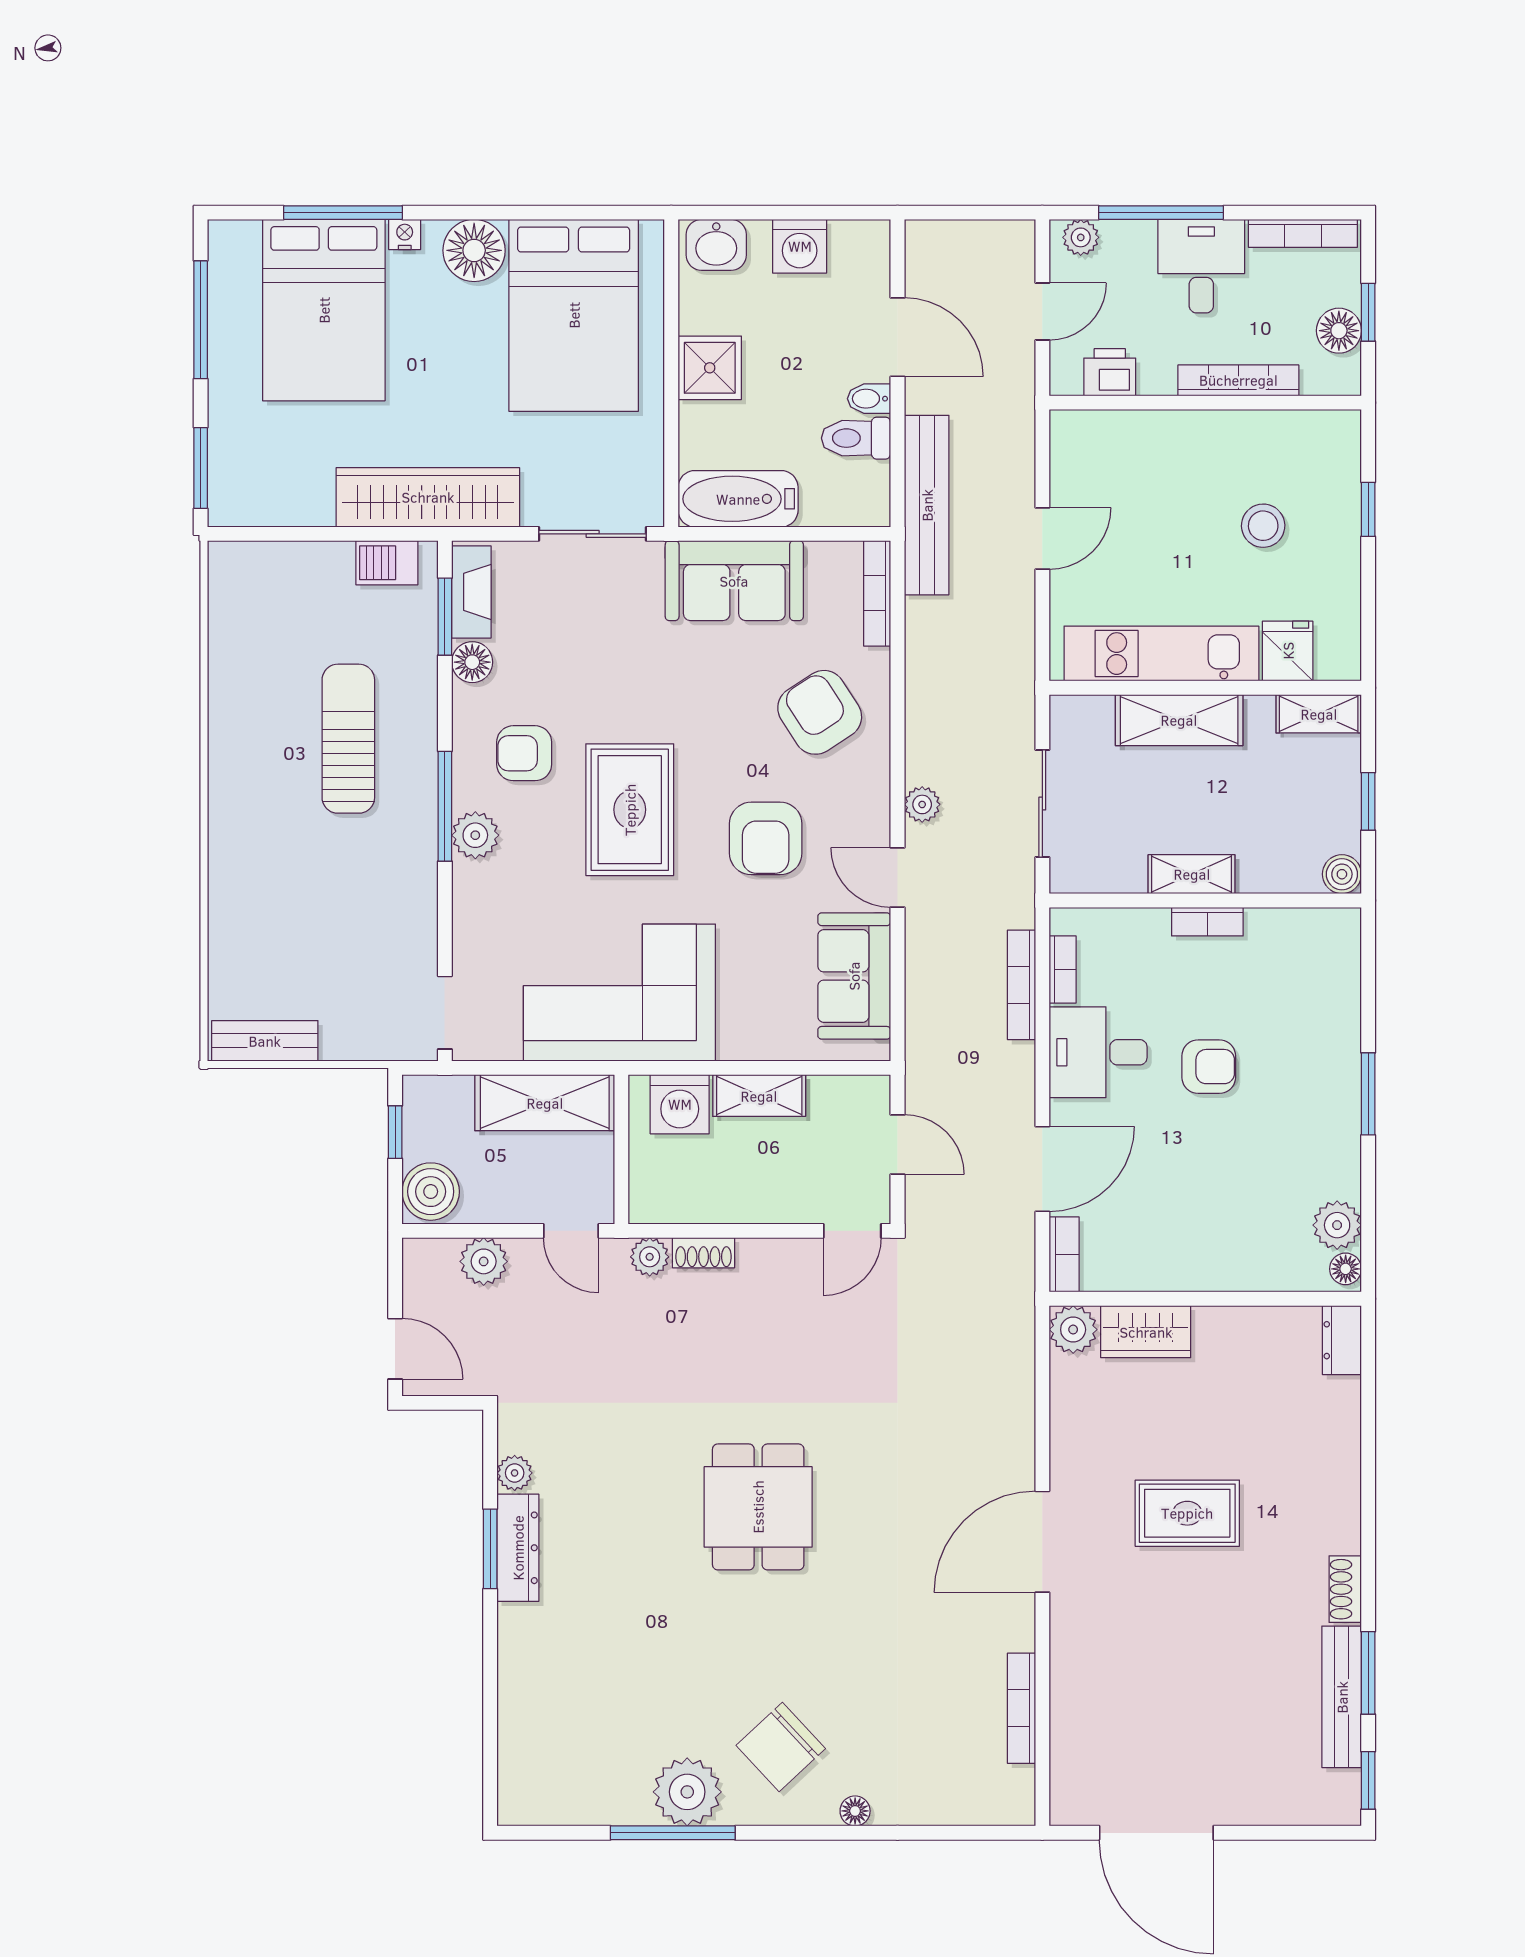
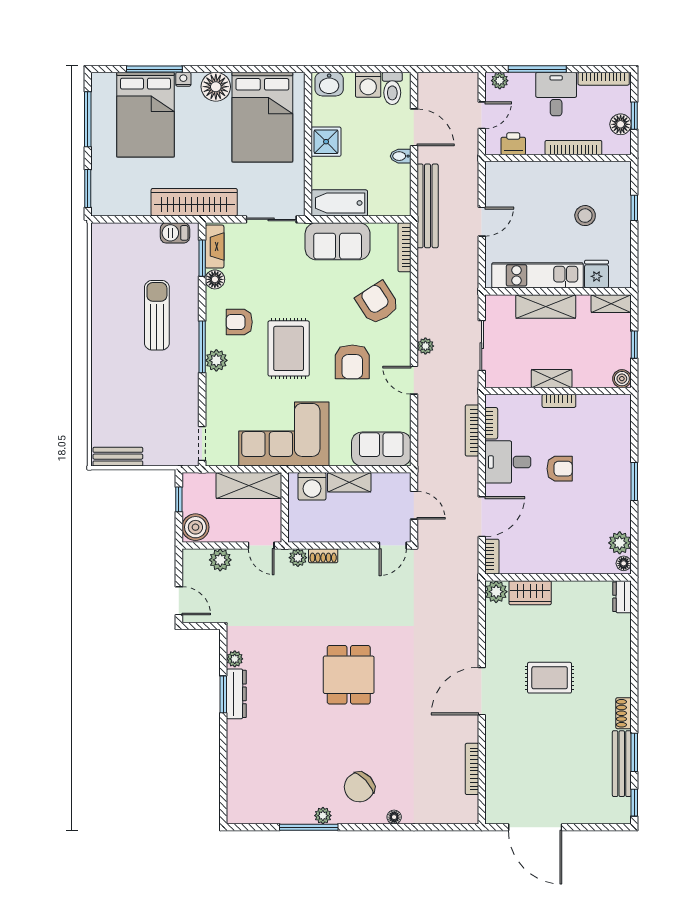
toilet: (856, 438) -> (392, 88), moved, turned -90
sofa: (854, 976) -> (381, 449), moved, turned 90
plant: (687, 1792) -> (323, 816), width x0.53, depth x0.53

